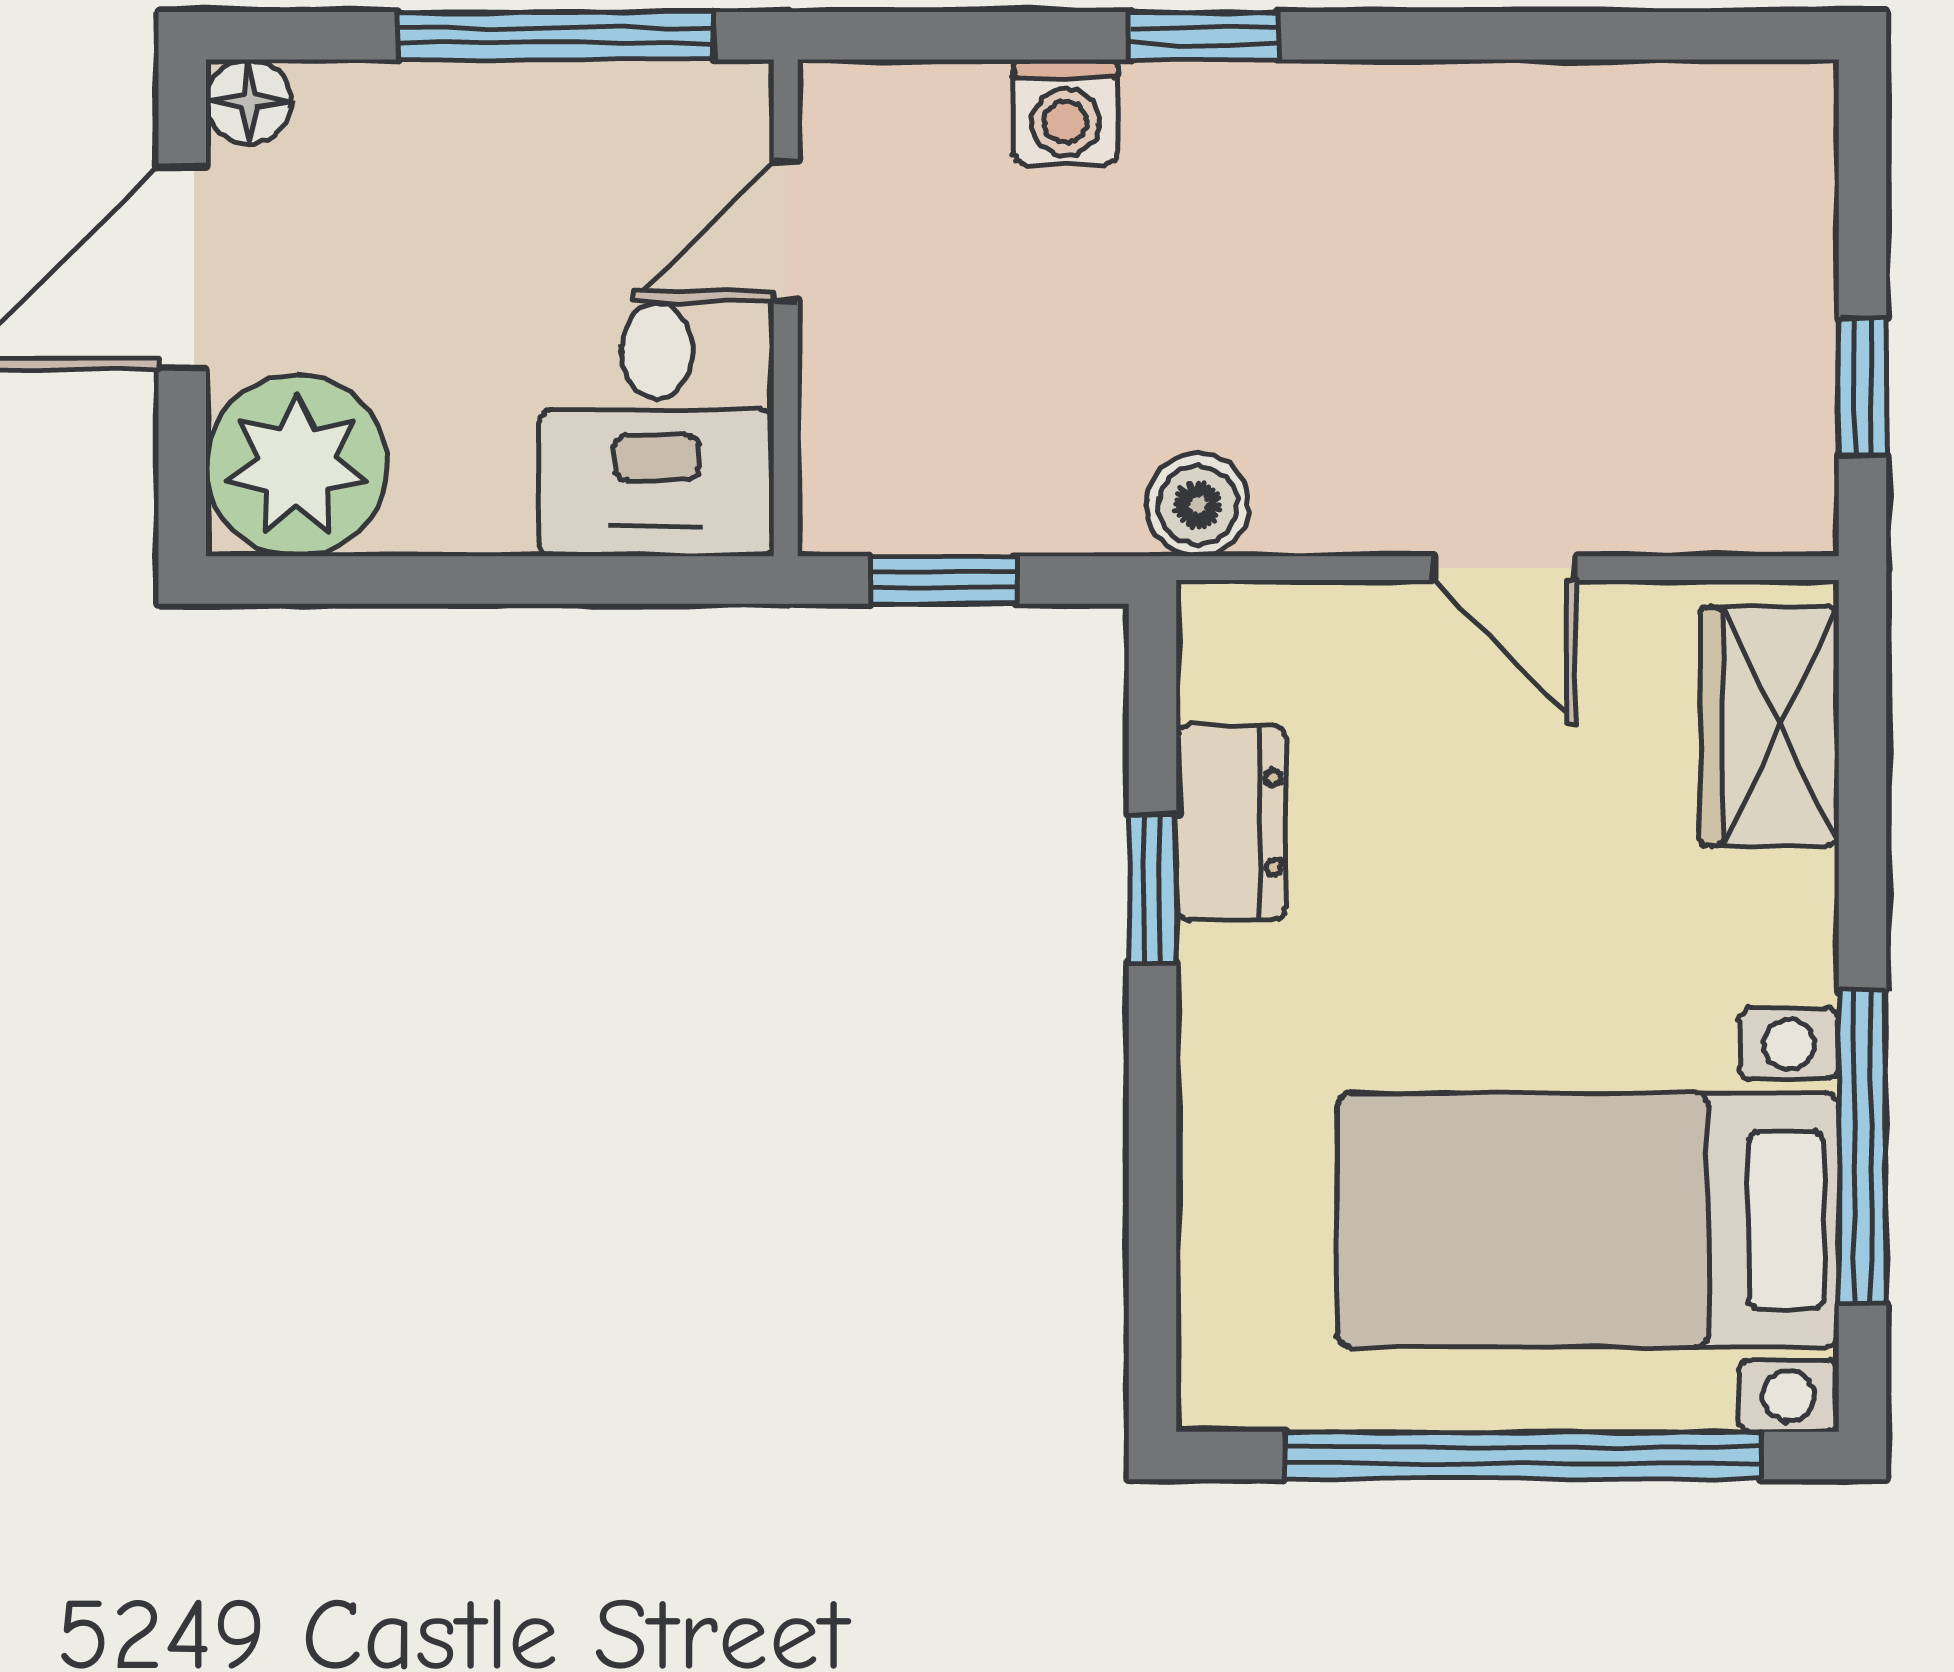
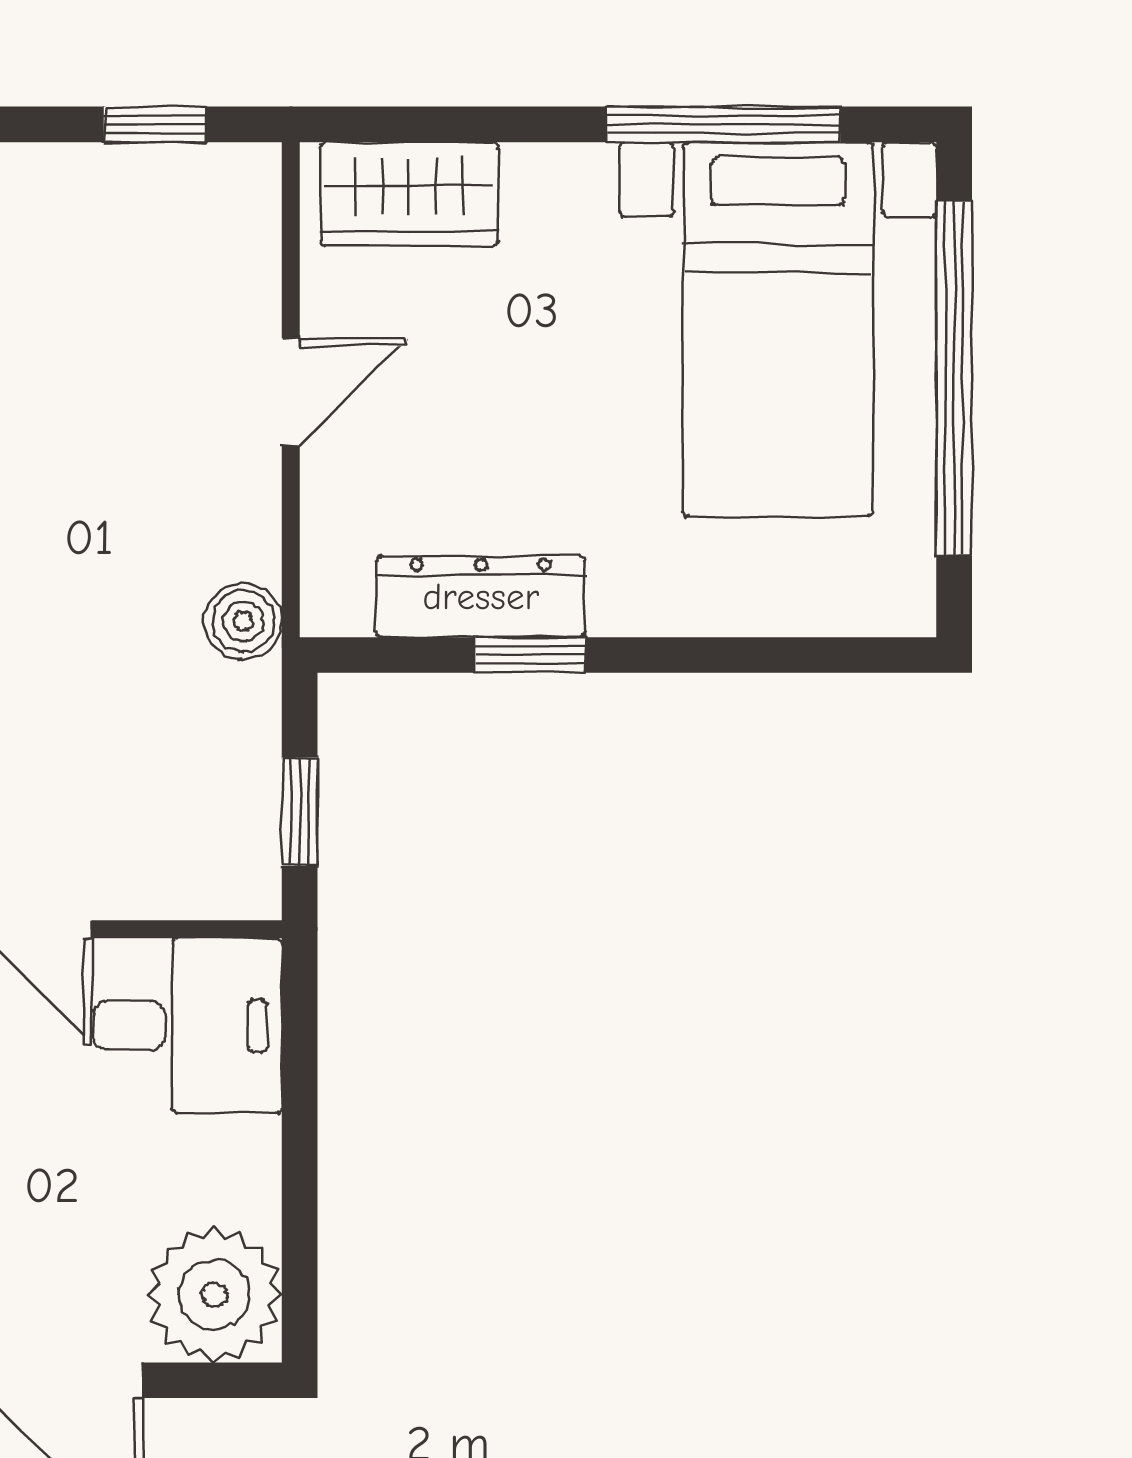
dresser: (1231, 822) -> (481, 597), width x1.44

